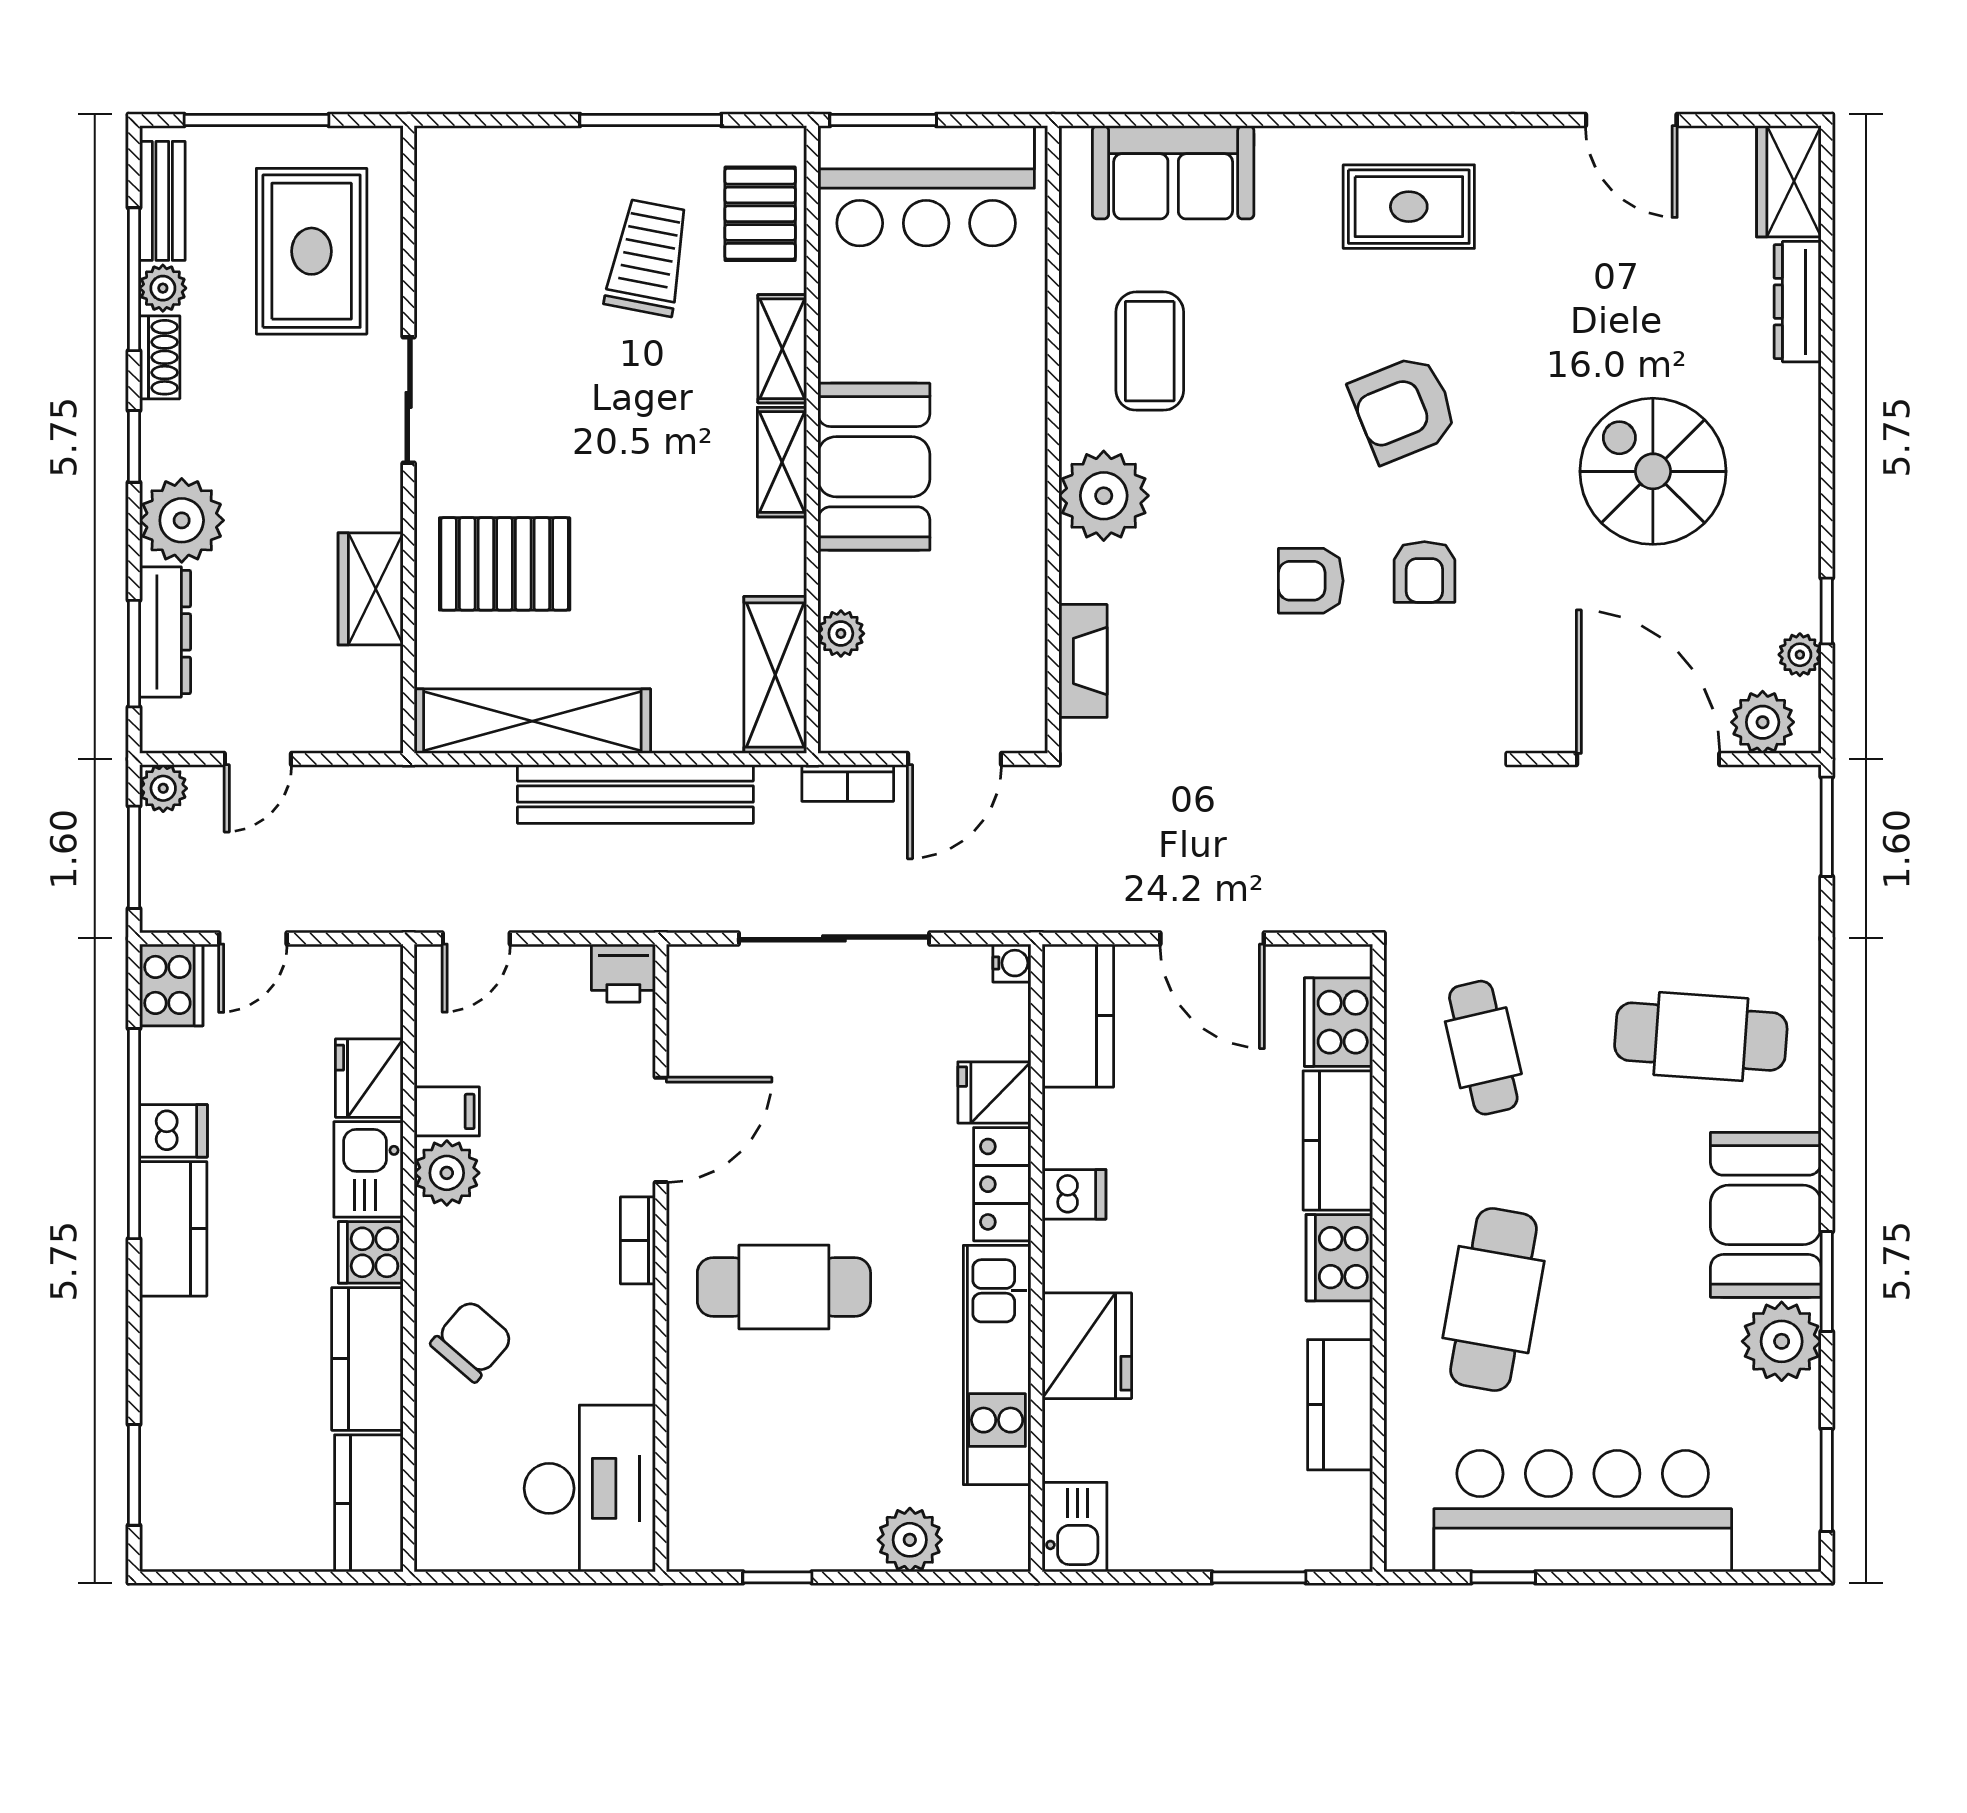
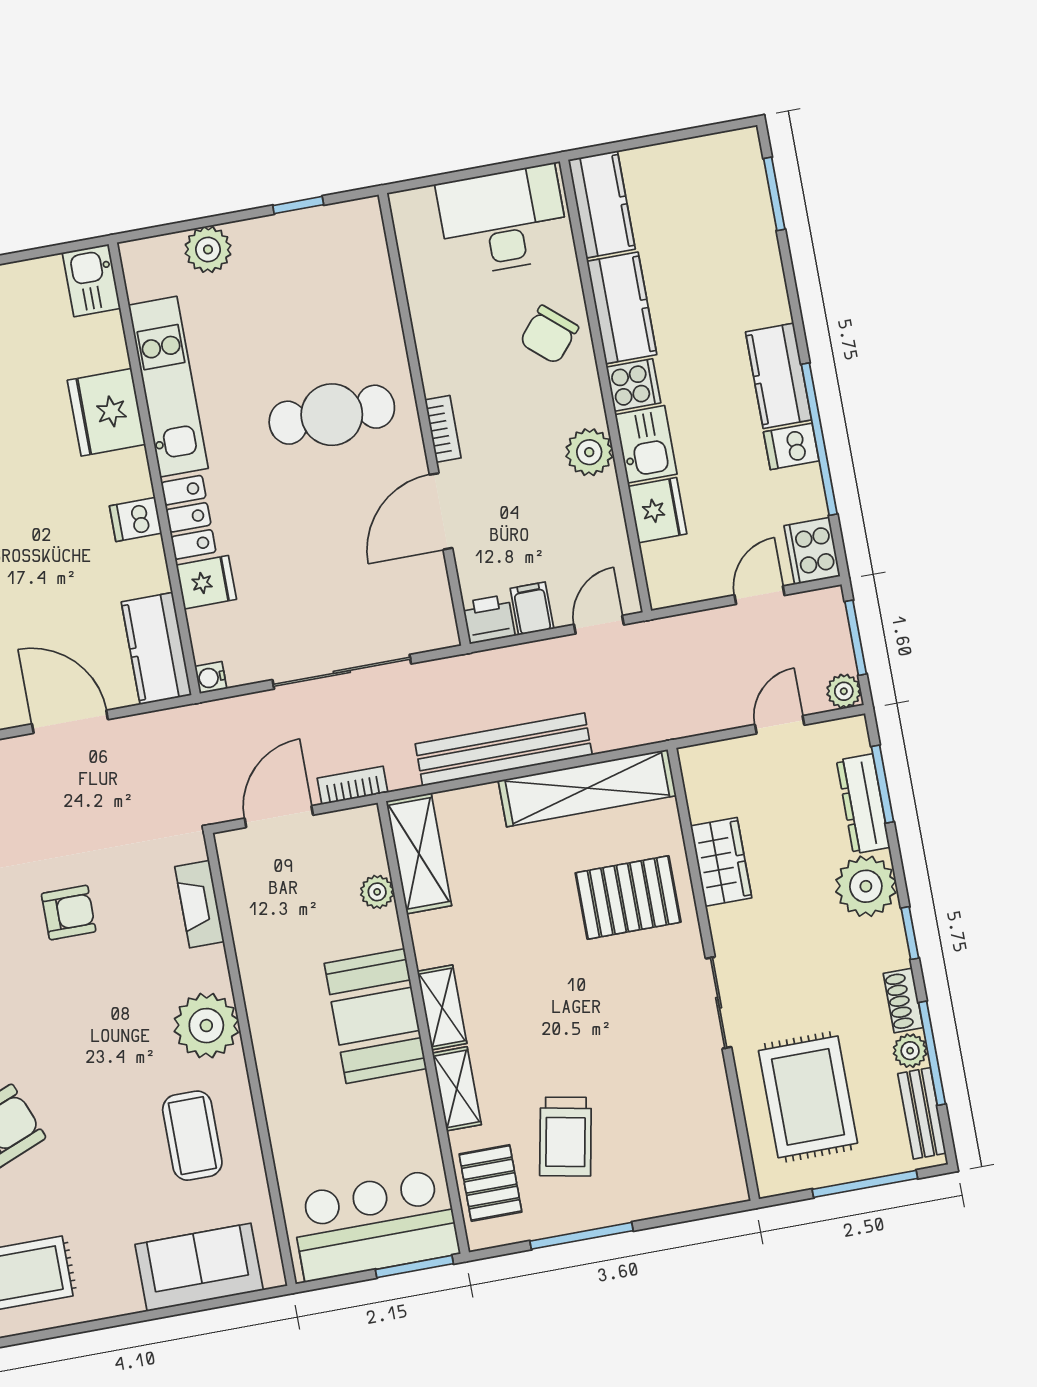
armchair: (1311, 581) -> (69, 913), moved
filing cabinet: (447, 1111) -> (532, 609), moved, turned 90
desk: (590, 1488) -> (503, 220), moved, turned 90

